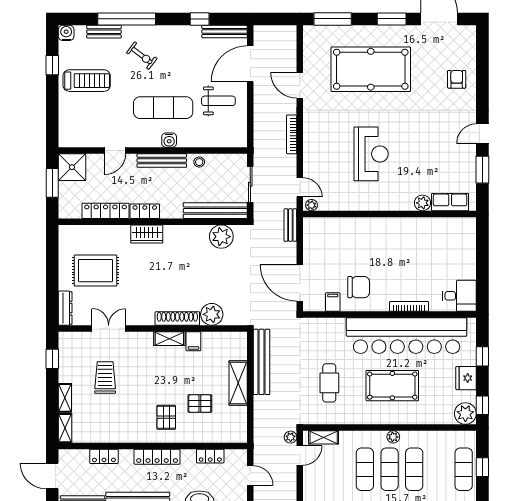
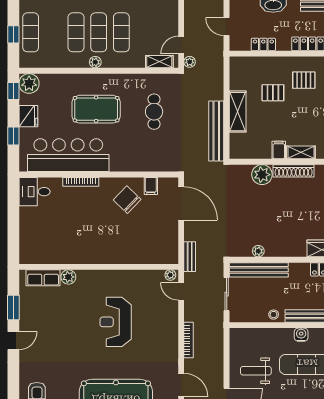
plant: (221, 237) -> (258, 251), width x0.53, depth x0.53
chair: (359, 287) -> (127, 200), turned 44
bar counter: (407, 336) -> (68, 155), width x0.73
pallet: (166, 417) -> (304, 80), turned 90

